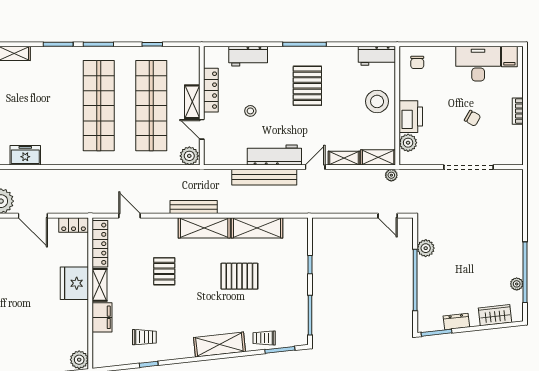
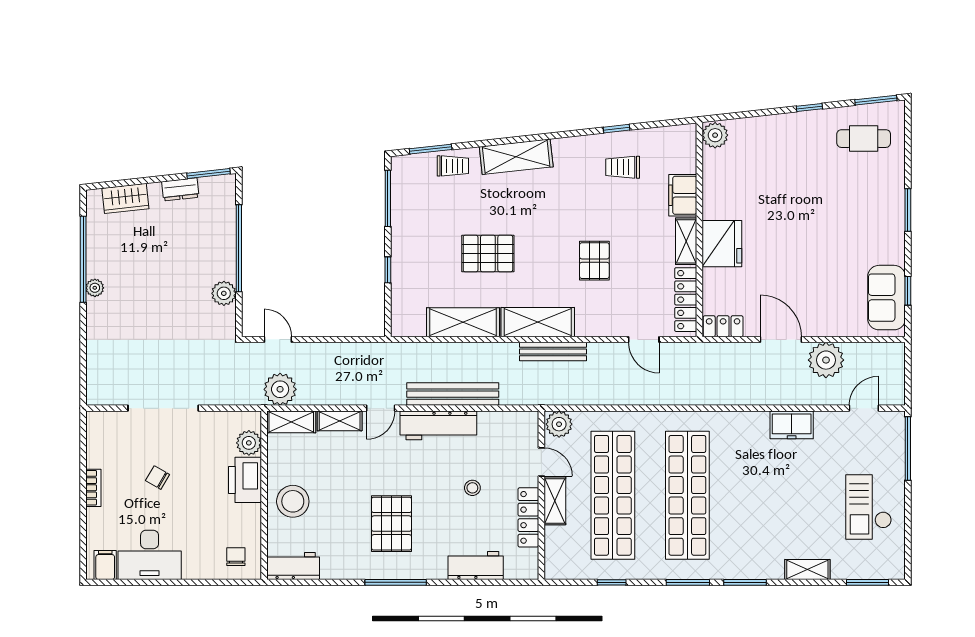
plant: (391, 175) -> (280, 389), width x1.88, depth x1.88
plant: (517, 284) -> (95, 288), moved

